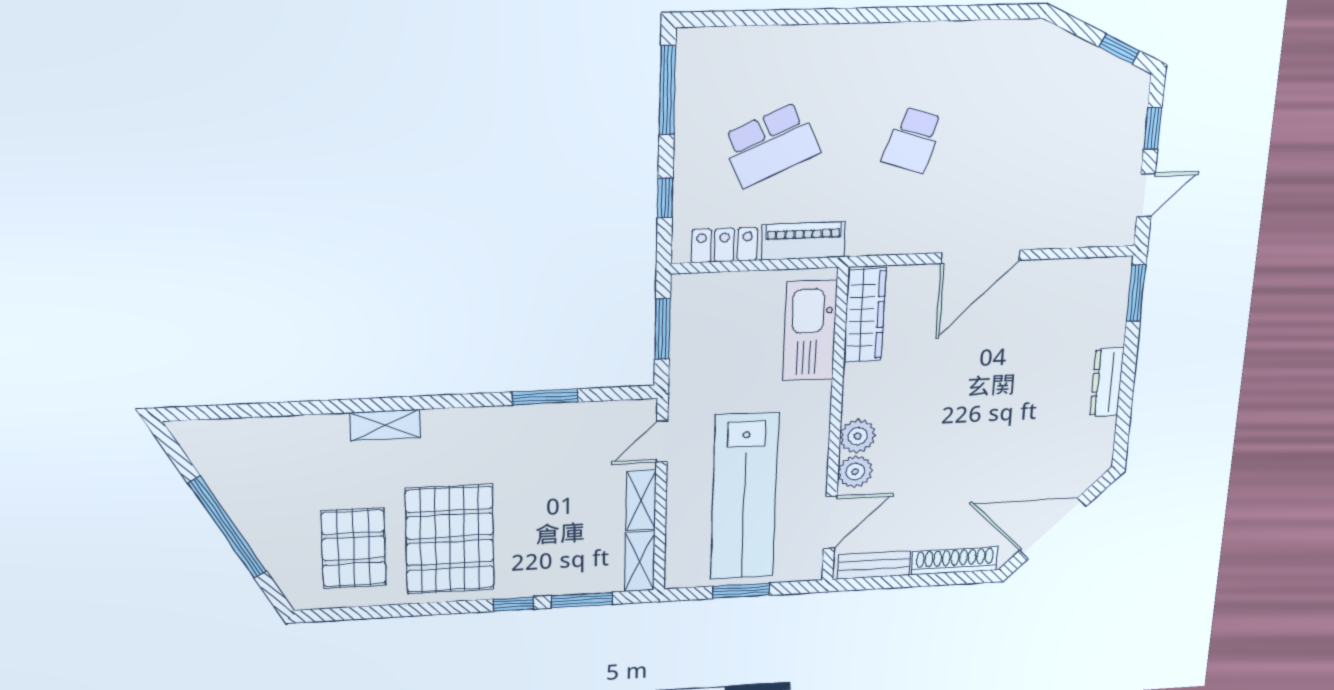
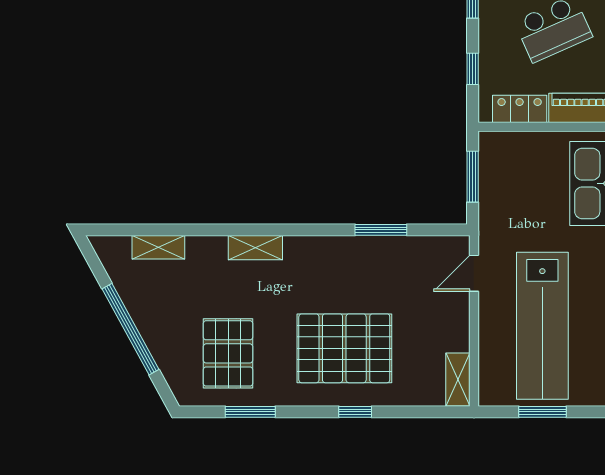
shelving: (641, 500) -> (158, 247), moved, turned 90
pallet: (450, 539) -> (344, 348), moved, turned 90
window: (582, 600) -> (250, 412), moved

